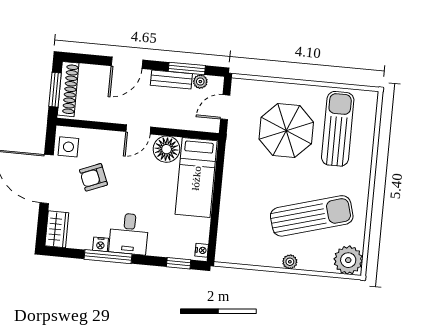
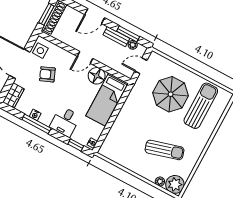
sun lounger: (312, 216) -> (165, 150), width x0.73, depth x0.75
desk: (129, 234) -> (65, 122), moved
plant: (290, 262) -> (160, 181), moved

